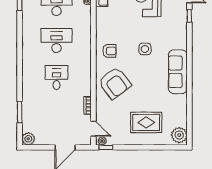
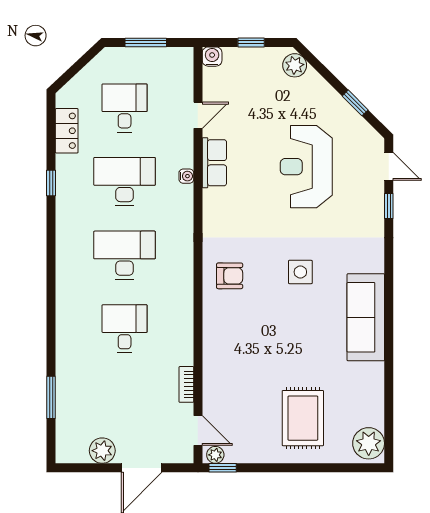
armchair: (115, 83) -> (240, 340), removed
rug: (146, 122) -> (303, 418), turned 90
plant: (28, 139) -> (102, 451), moved

